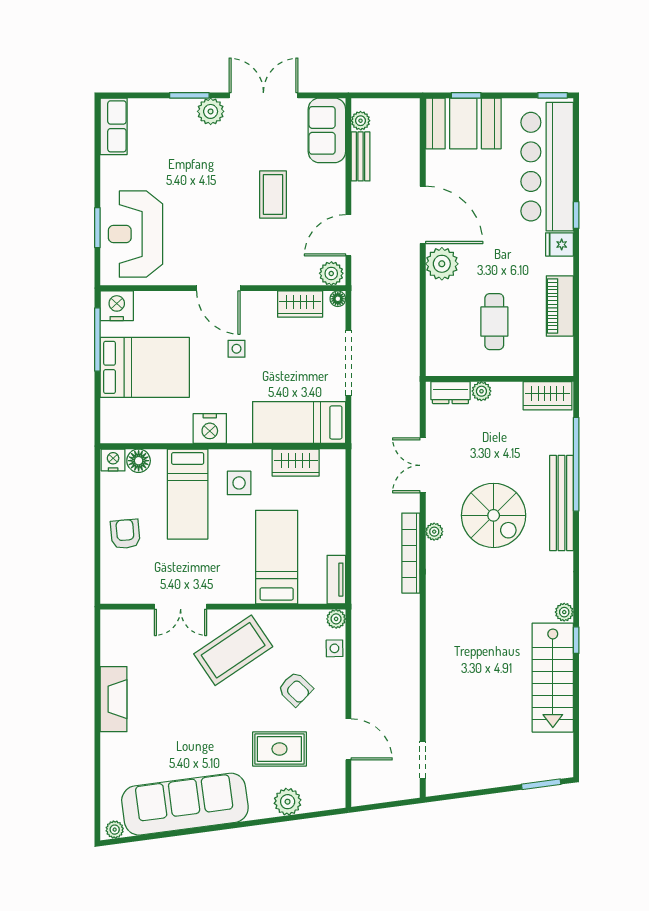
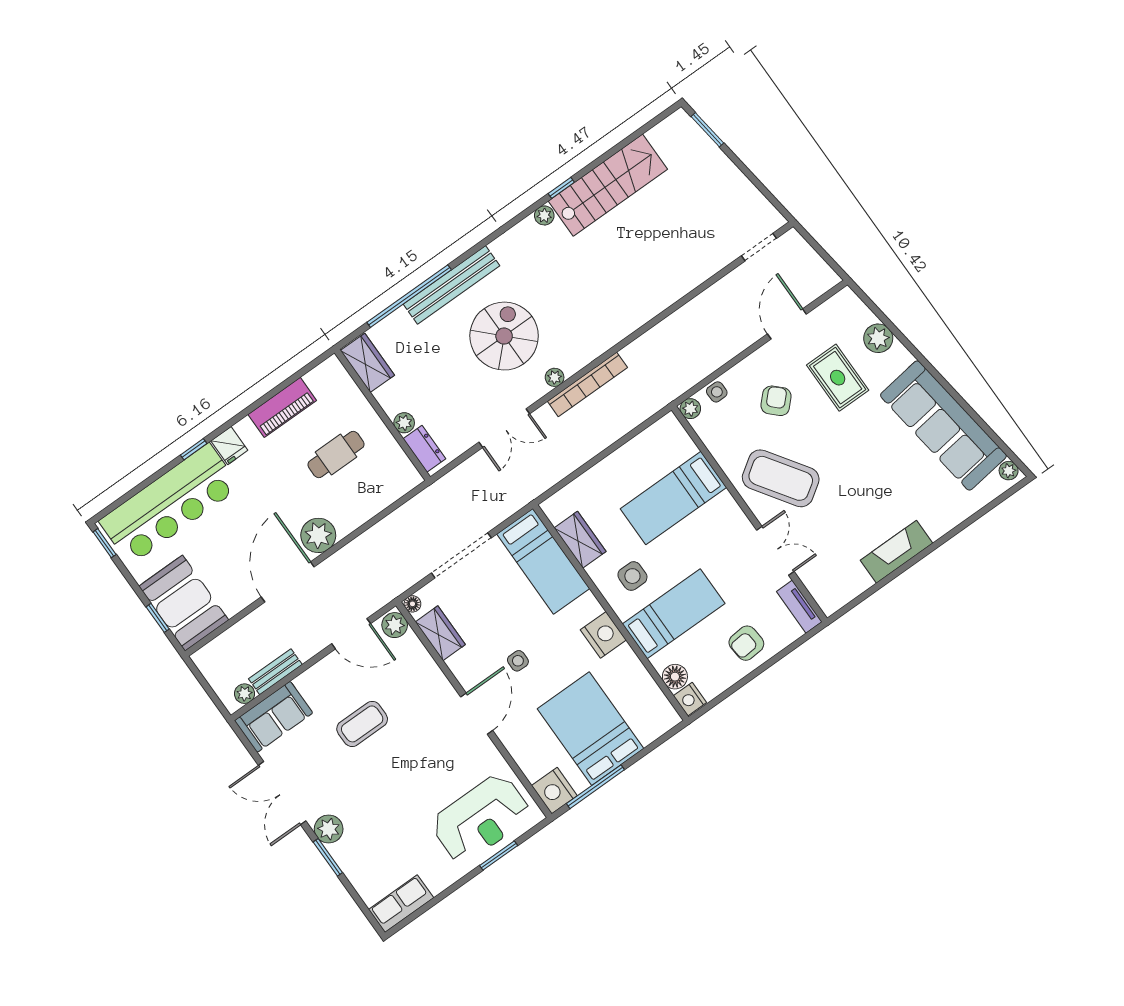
tv unit: (336, 580) -> (799, 607), moved, turned 90

